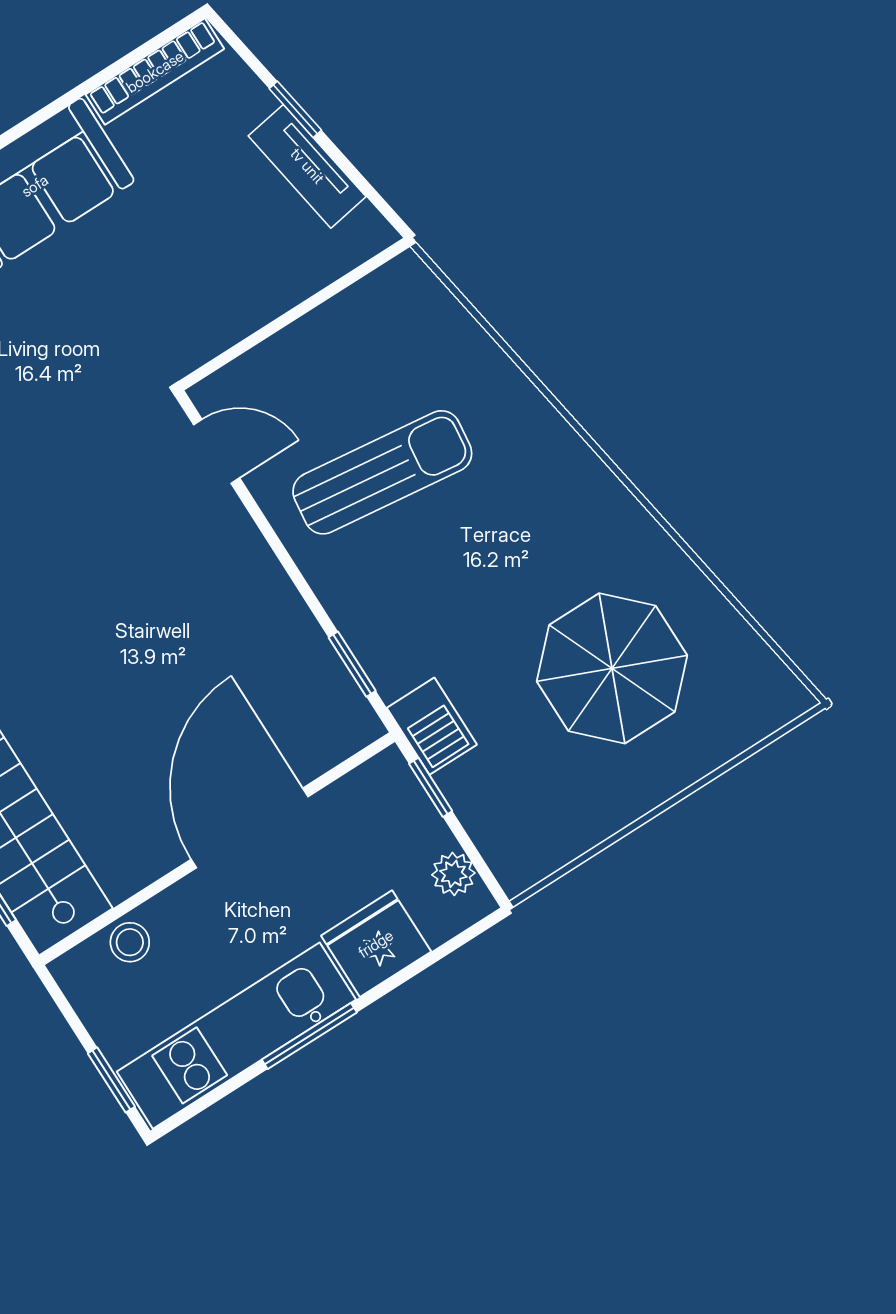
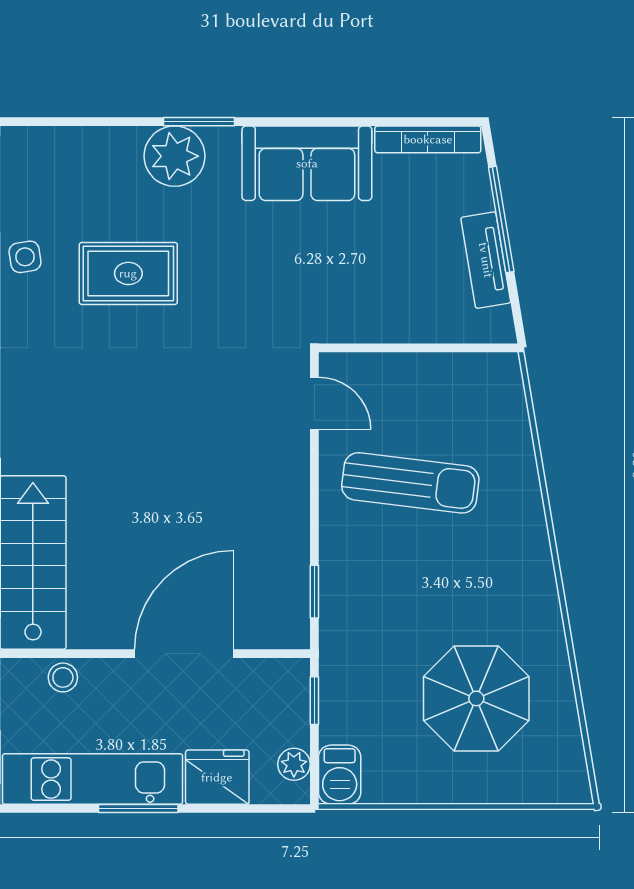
window: (295, 109) -> (501, 219), width x2.17
barbecue: (432, 726) -> (340, 775), moved

